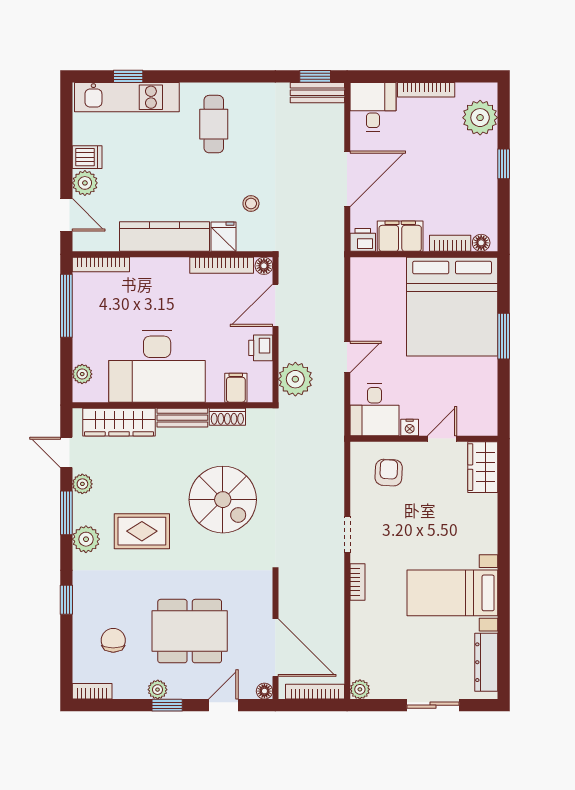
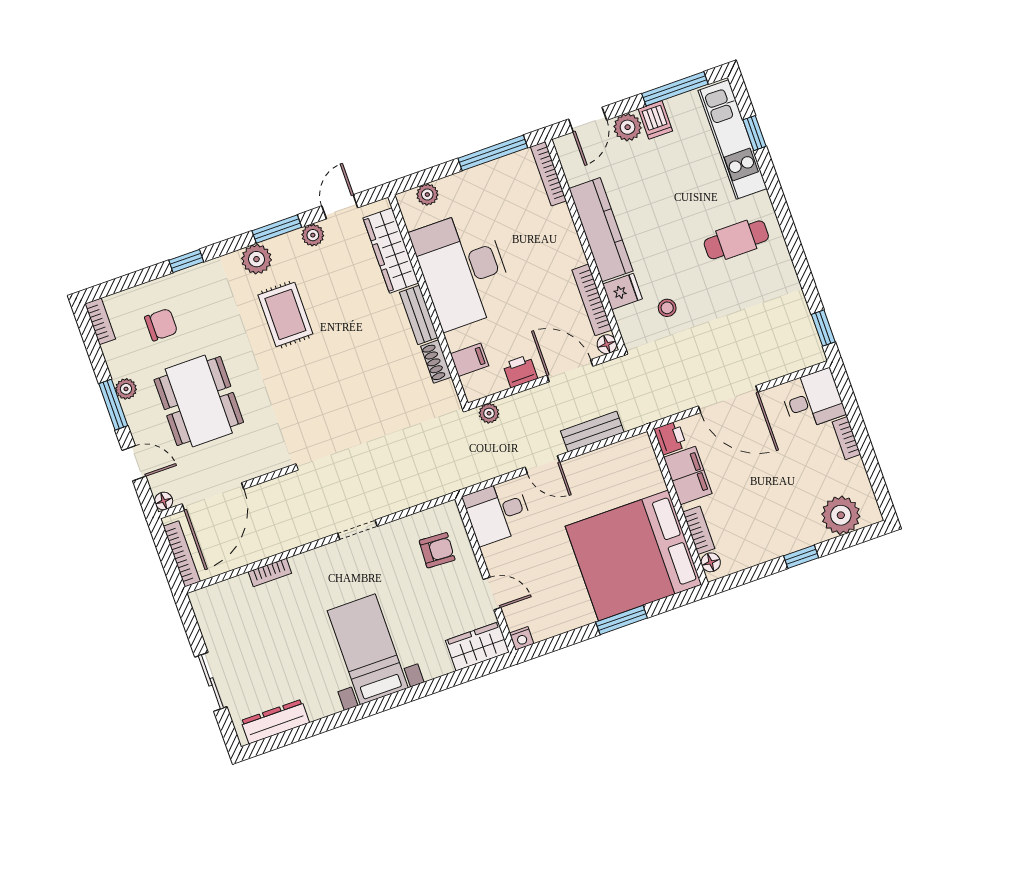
bookcase: (426, 90) -> (846, 438), width x0.64
bench: (317, 93) -> (592, 432), moved, turned 90
window: (66, 131) -> (675, 89), added
plant: (295, 379) -> (489, 413), width x0.53, depth x0.53
nightstand: (410, 427) -> (522, 638), moved, turned -90
spiral stairs: (223, 500) -> (348, 387), removed
bookcase: (357, 582) -> (270, 573), moved
bed with nightstands: (452, 593) -> (368, 649), moved
plant: (360, 689) -> (200, 600), removed
window: (167, 705) -> (113, 405), width x1.50

